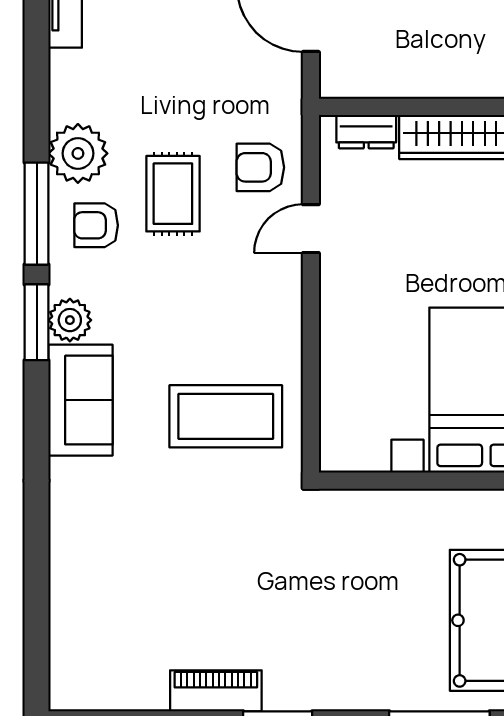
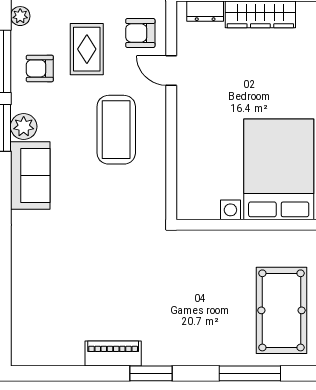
plant: (78, 153) -> (20, 16), width x0.53, depth x0.53
door: (311, 229) -> (171, 71), hinge flipped
coffee table: (226, 416) -> (116, 130), moved, turned 90

